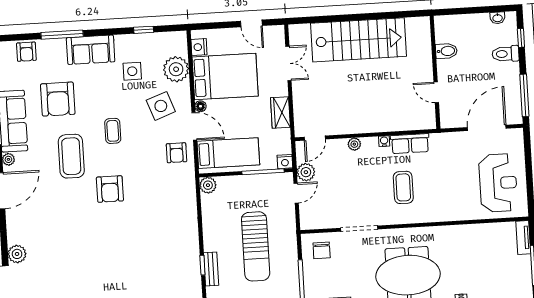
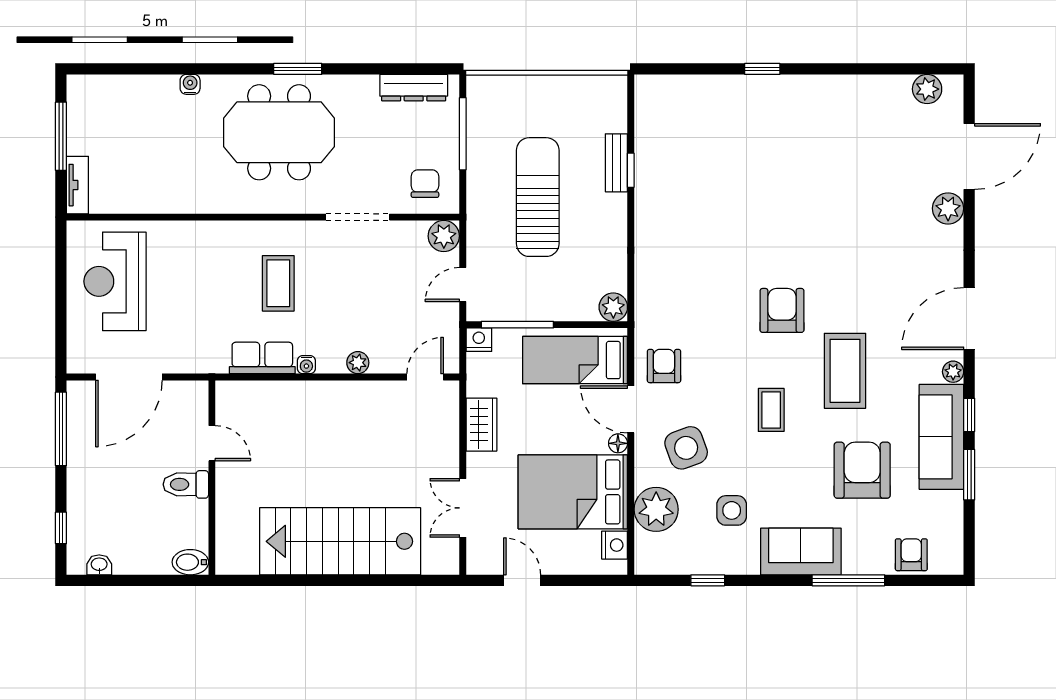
bidet: (446, 51) -> (190, 562), moved
toilet: (505, 54) -> (186, 484), moved, turned 180
plant: (306, 172) -> (444, 236), moved

